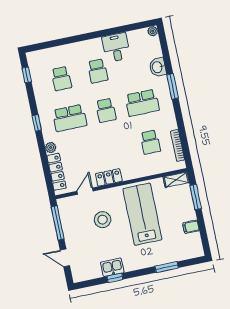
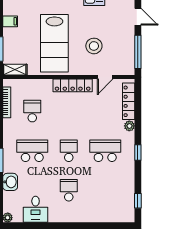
desk: (116, 47) -> (36, 209), moved
school desk: (61, 79) -> (105, 190), removed
locker: (109, 177) -> (73, 85), width x1.53

